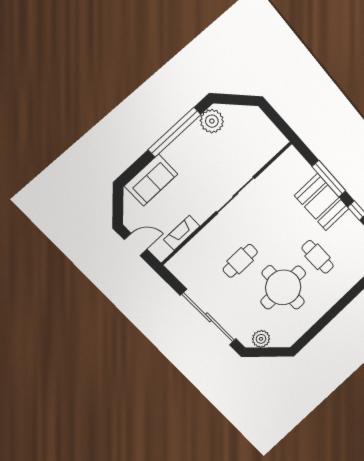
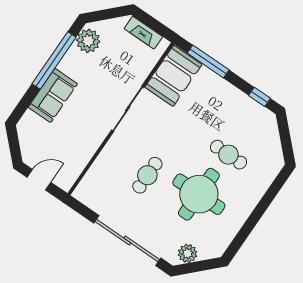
window: (329, 179) -> (208, 61), moved
sofa: (151, 180) -> (53, 95), moved
booth: (322, 202) -> (173, 76), moved, turned 90
fireplace: (182, 233) -> (143, 33), moved, turned -90

